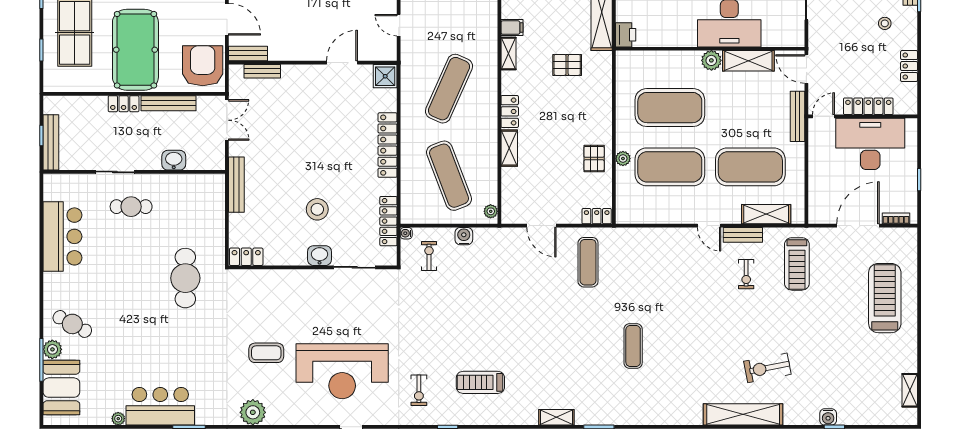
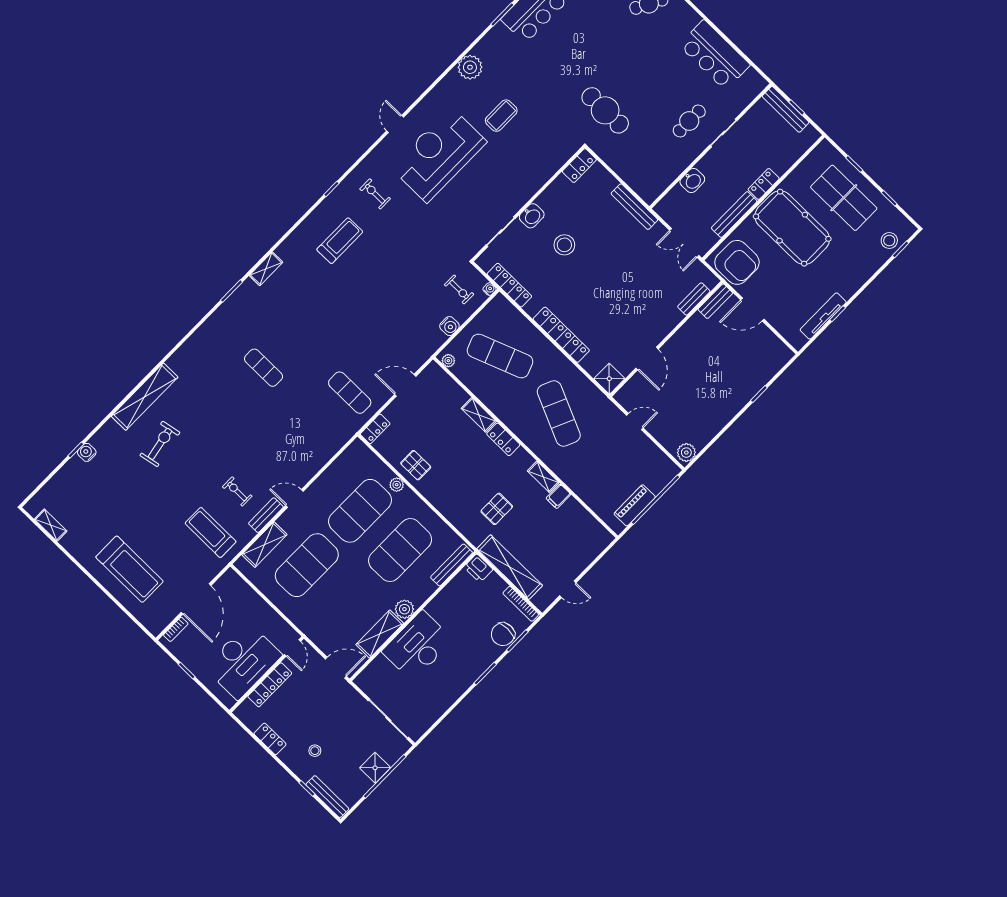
bench: (798, 116) -> (452, 565), moved, turned 90

